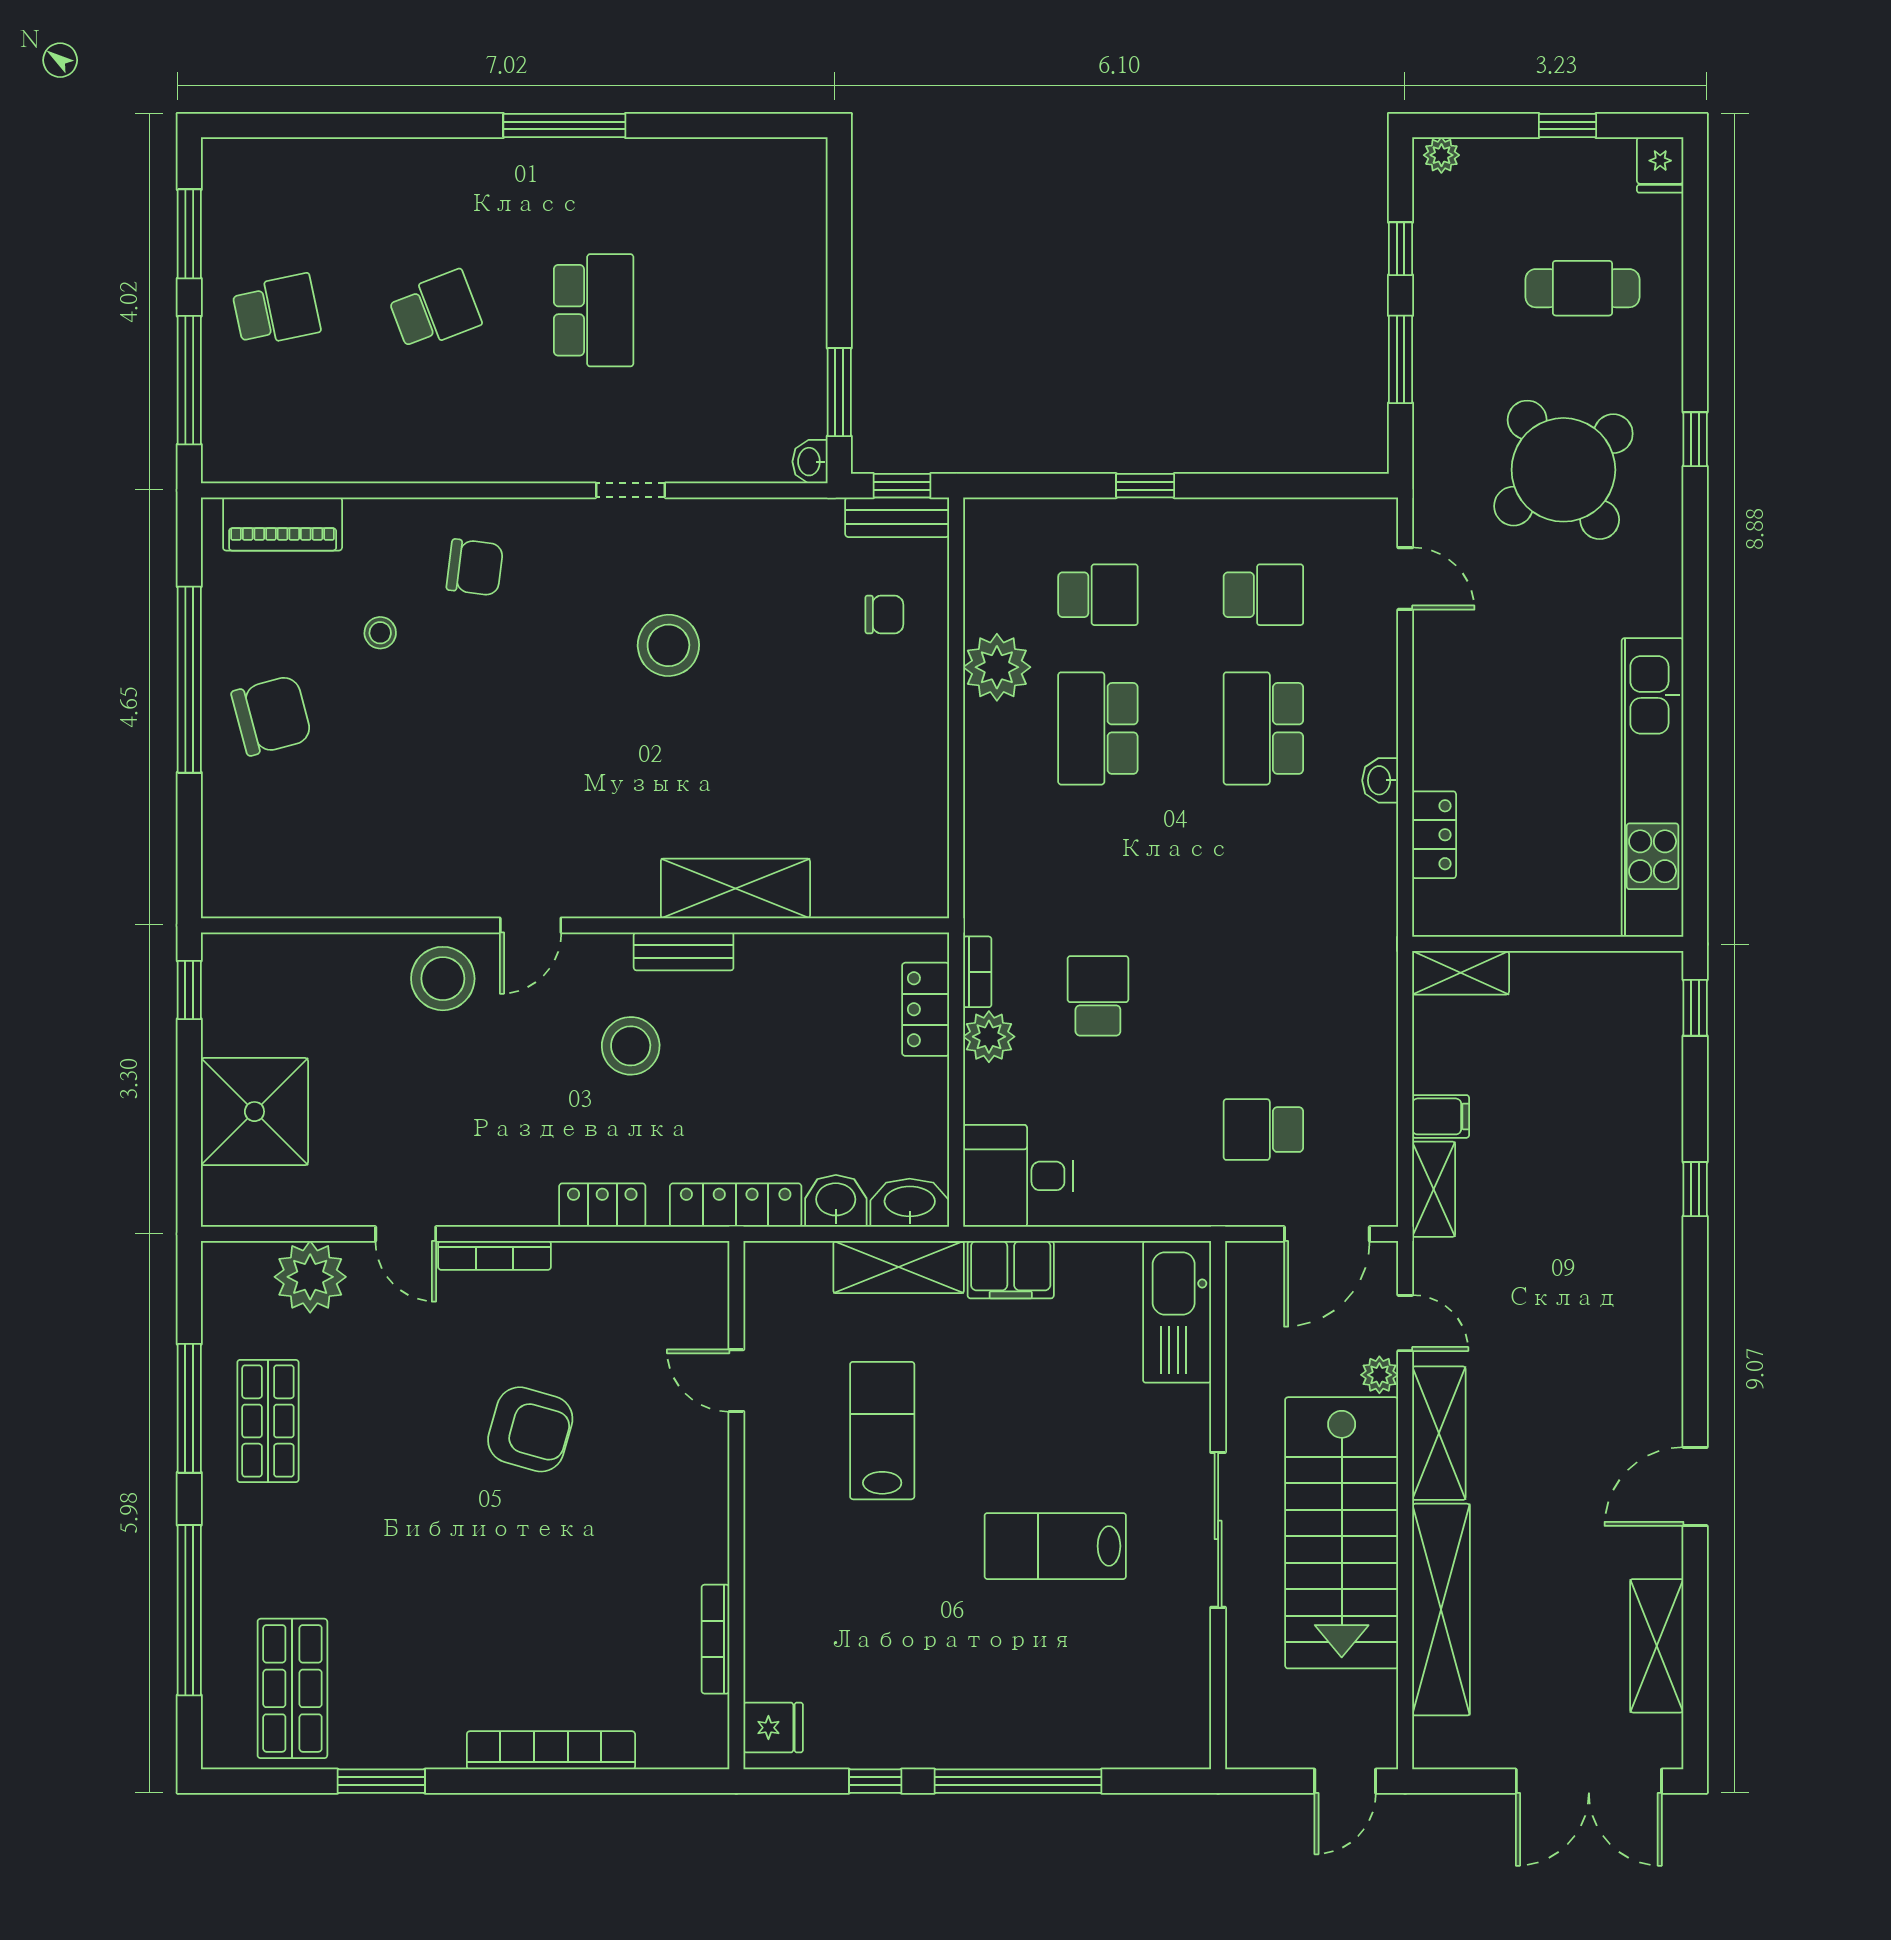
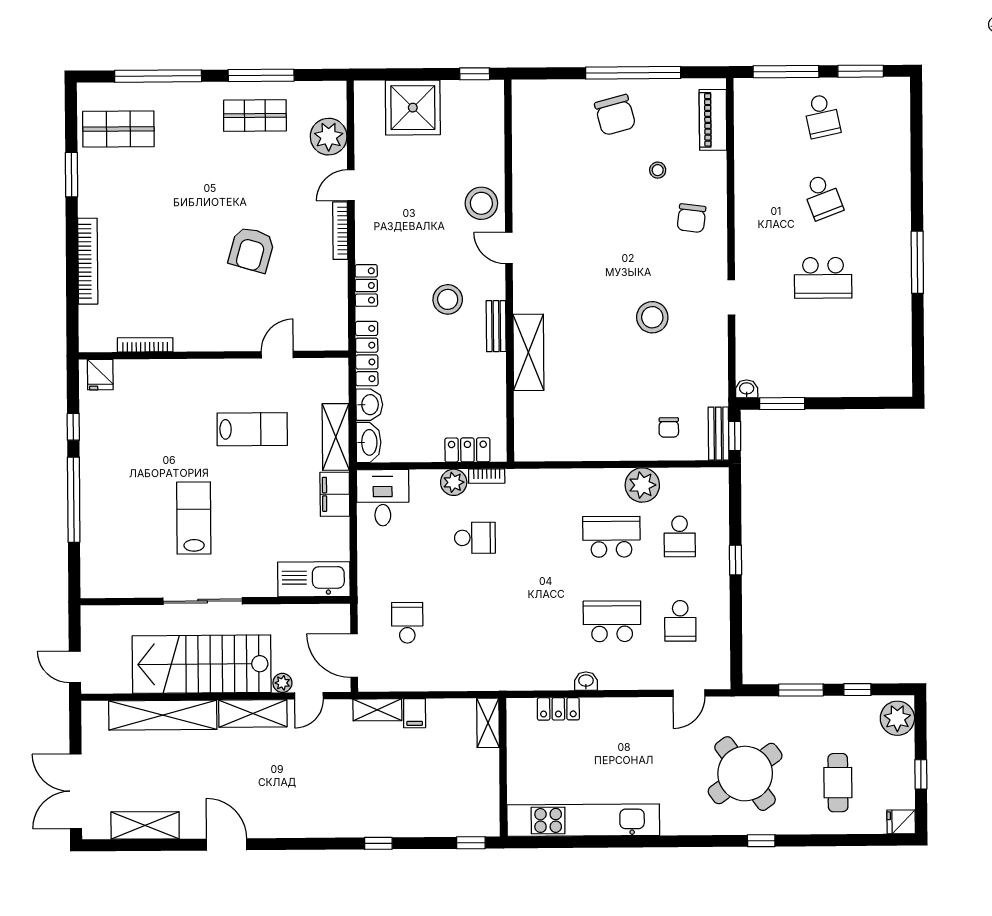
plant: (1441, 155) -> (897, 718), width x1.88, depth x1.88

